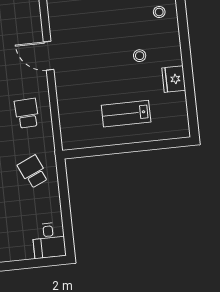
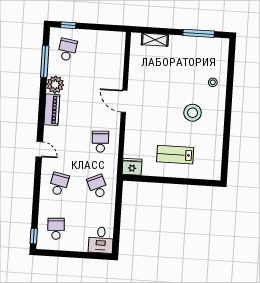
stool: (140, 56) -> (193, 113), width x1.89, depth x1.89
fridge: (174, 79) -> (132, 167), moved, turned 90

